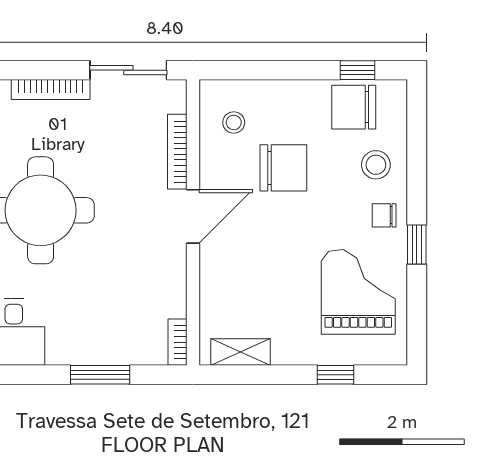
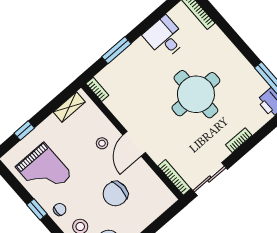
bookcase: (51, 90) -> (239, 140), width x0.64
stool: (234, 122) -> (102, 143), moved
bookcase: (177, 152) -> (174, 177), moved

